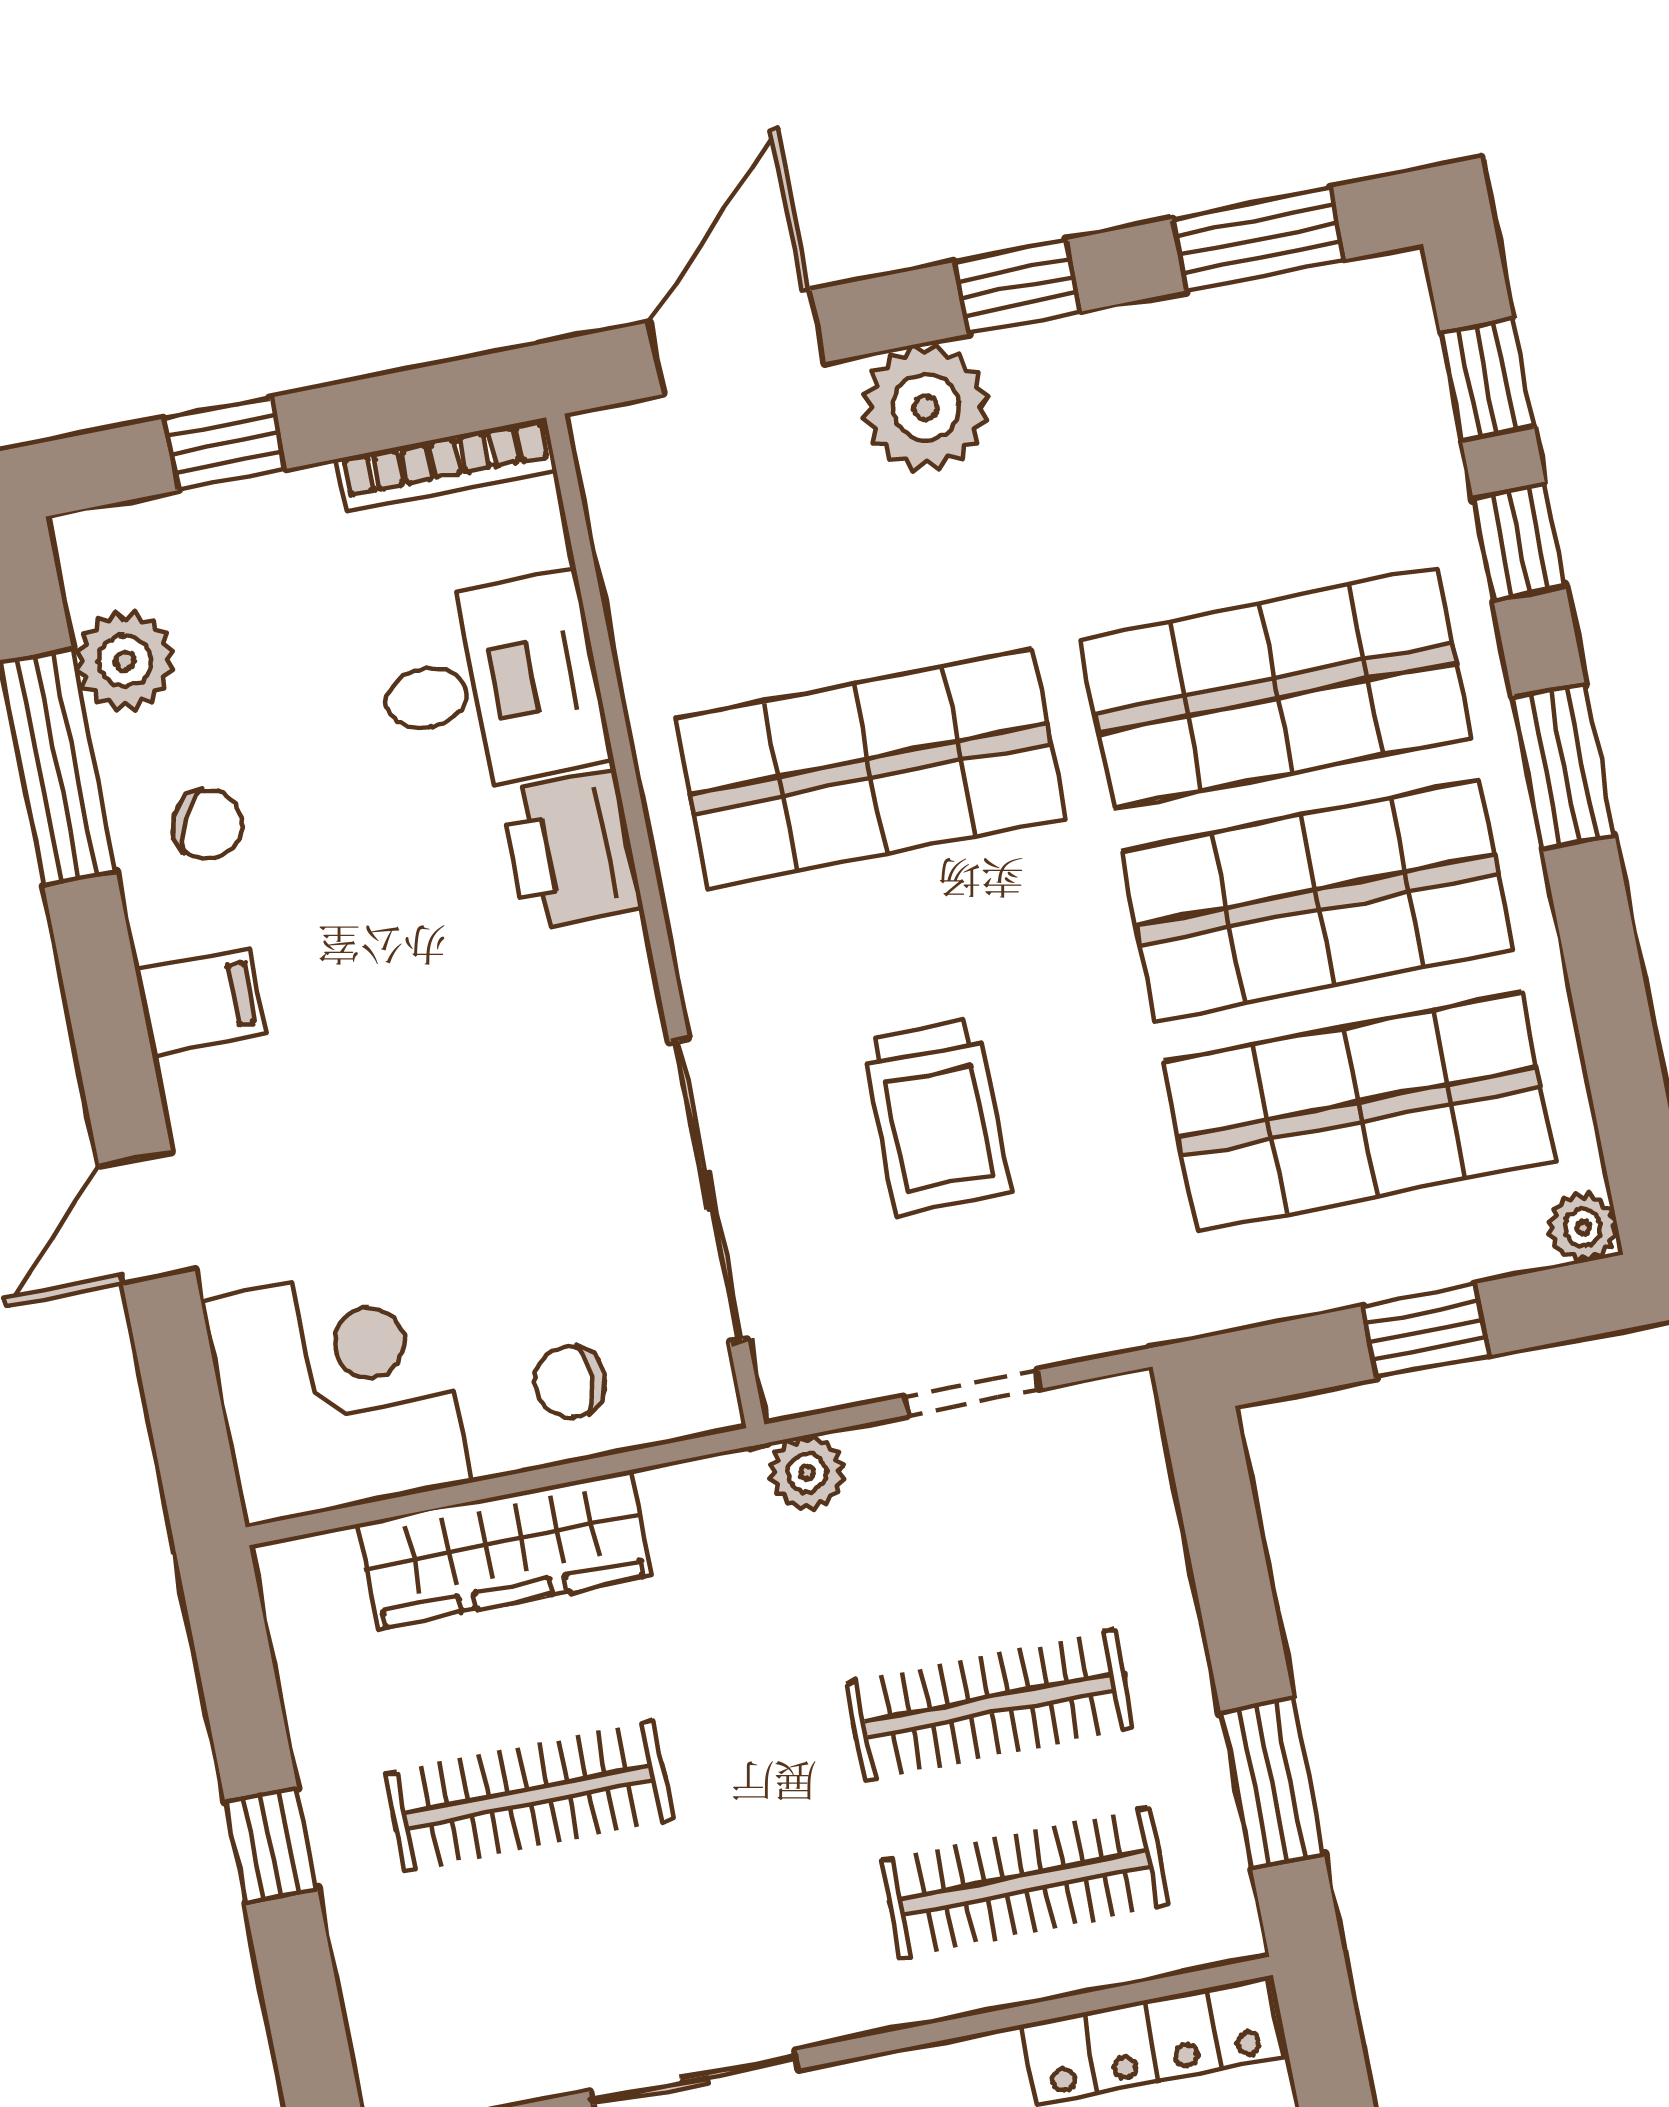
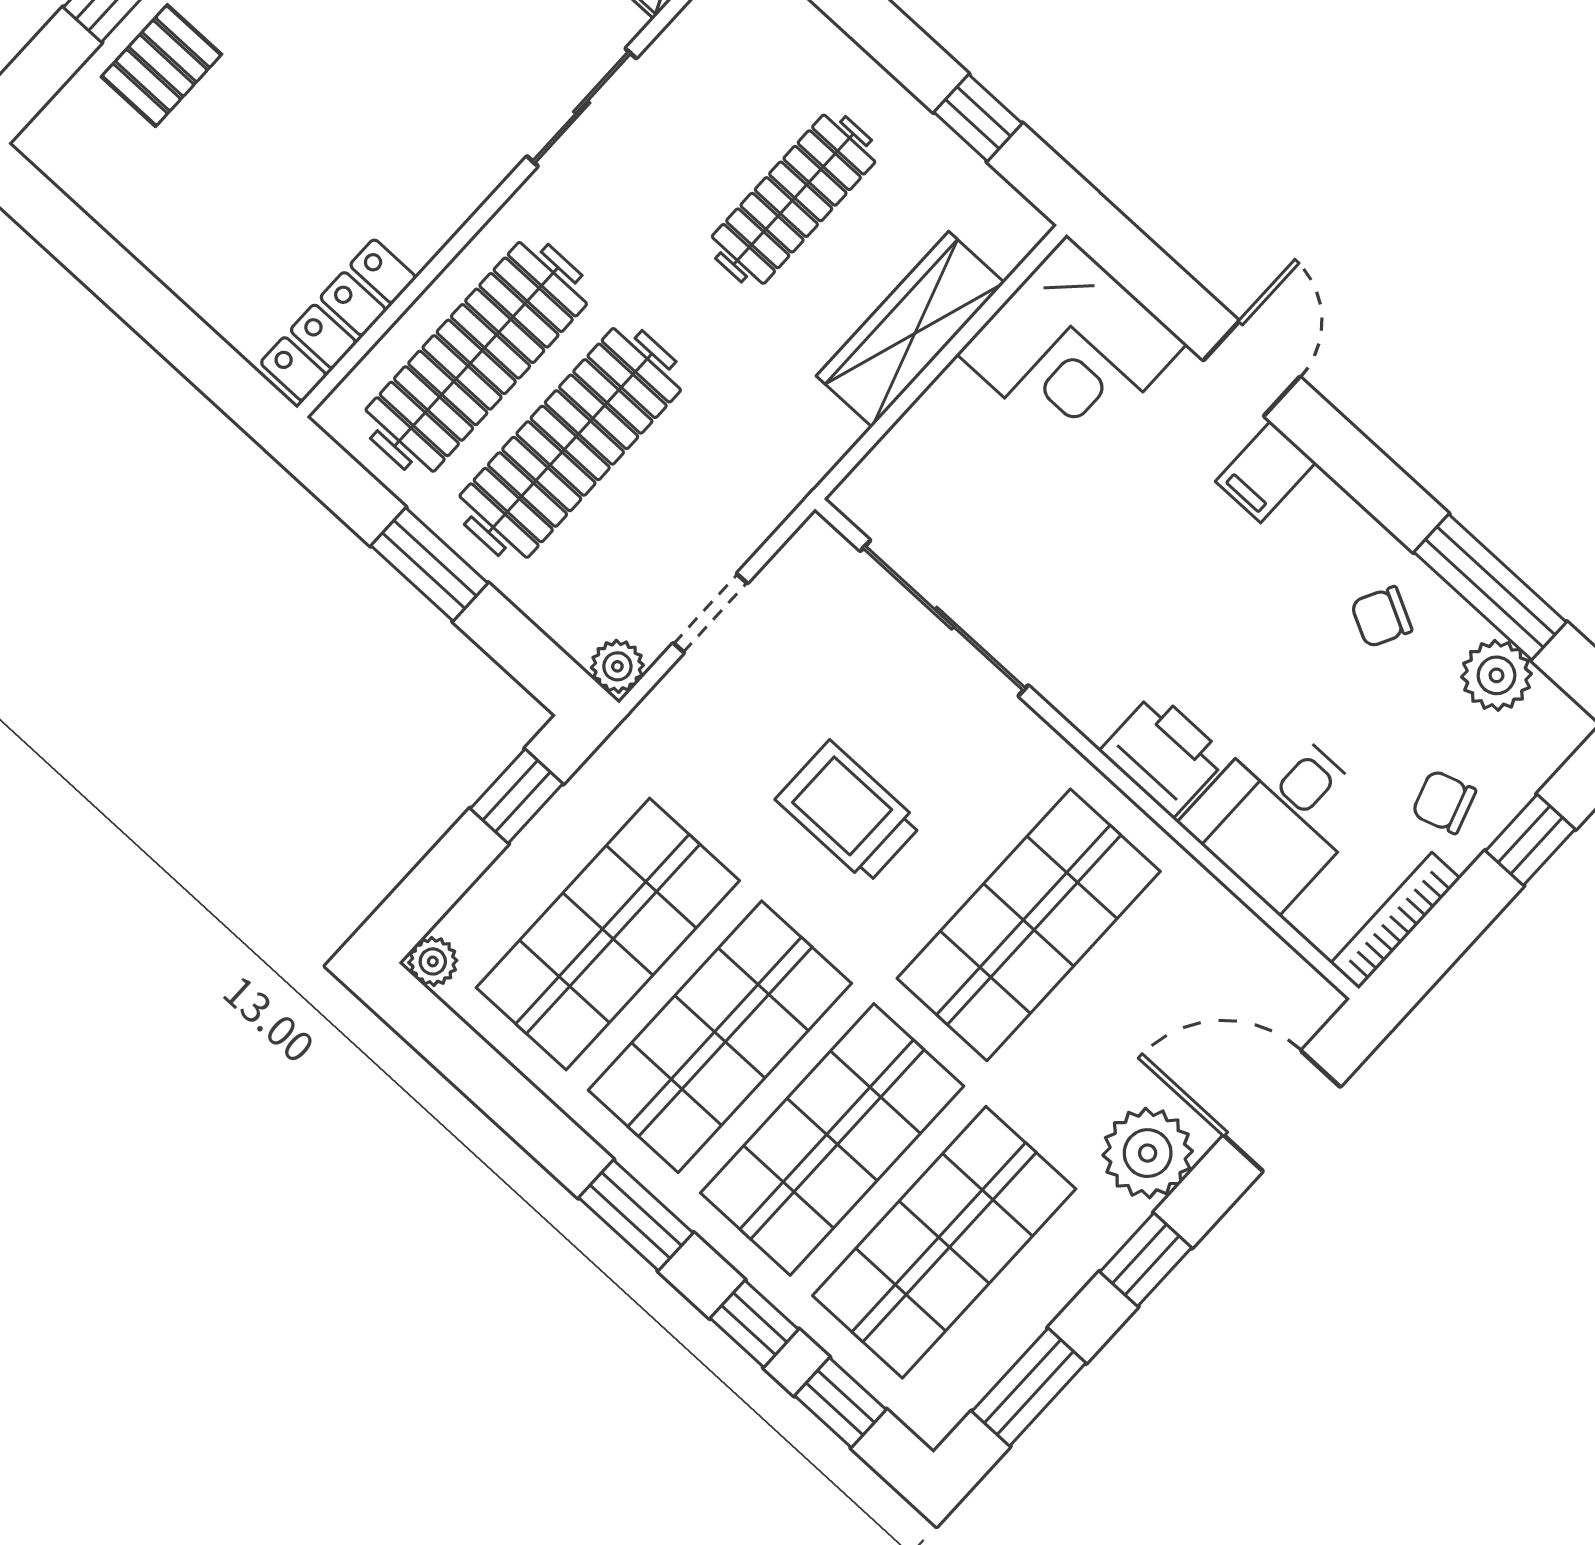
door: (737, 342) -> (1282, 1111), swing flipped
shop shelf: (1234, 476) -> (944, 1242), added
filing cabinet: (201, 1002) -> (1266, 472), moved
trolley: (937, 1117) -> (849, 812), moved
window: (1426, 1331) -> (517, 796), moved
chair: (570, 1382) -> (1444, 802), moved, turned -108
plant: (807, 1473) -> (617, 666), moved
clothes rail: (990, 1705) -> (570, 443), width x1.37, depth x1.31
window: (1272, 1783) -> (429, 564), moved
window: (271, 1845) -> (978, 118), moved
clothes rail: (1025, 1883) -> (476, 357), width x1.37, depth x1.31

